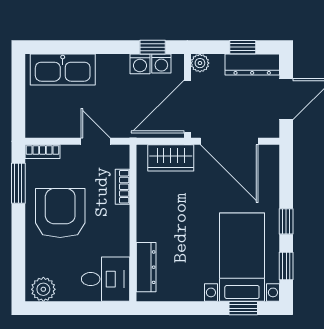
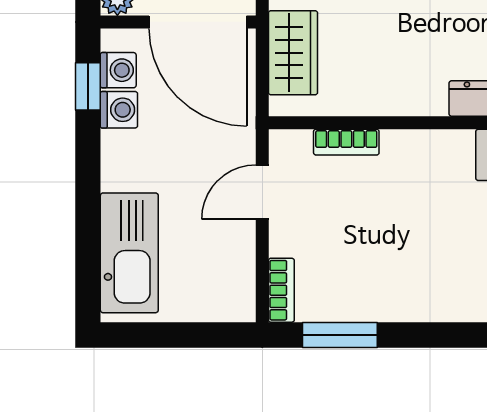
armchair: (60, 213) -> (395, 257), removed

